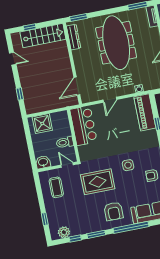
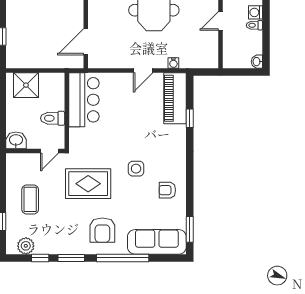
door: (110, 100) -> (143, 70), moved
door: (67, 165) -> (50, 151), swing flipped
coffee table: (56, 187) -> (30, 199), moved

